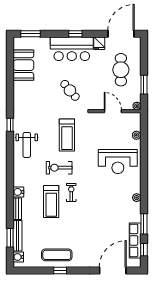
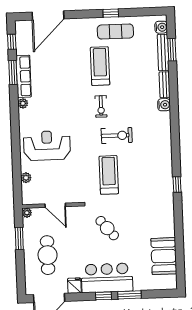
window: (31, 34) -> (129, 295), moved
weight bench: (27, 145) -> (156, 161), removed
treadmill: (51, 201) -> (100, 66), moved
row of seats: (135, 240) -> (24, 76), moved

